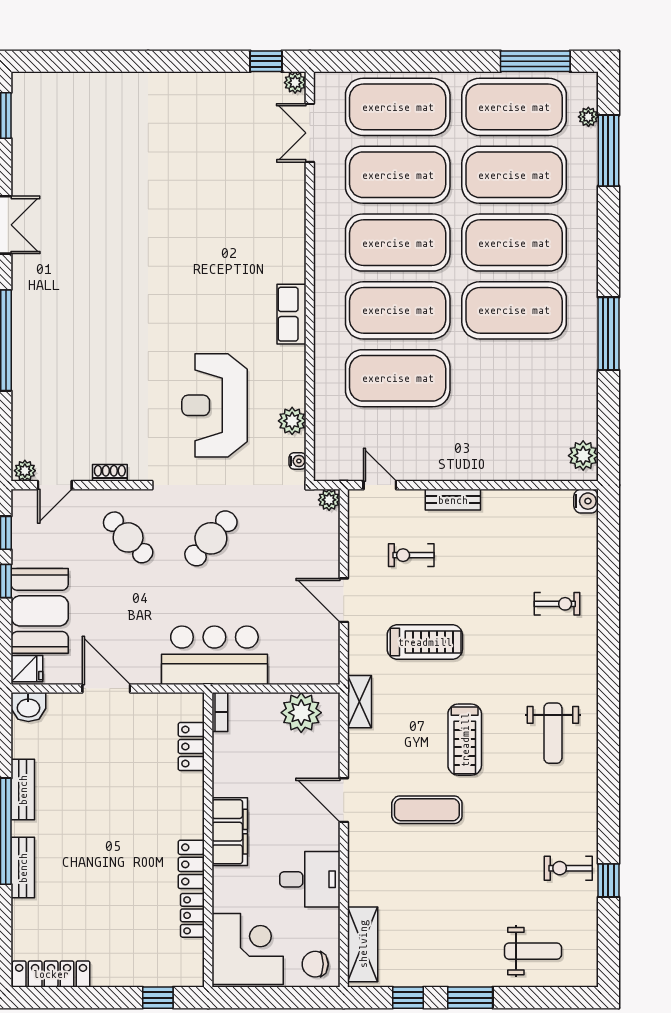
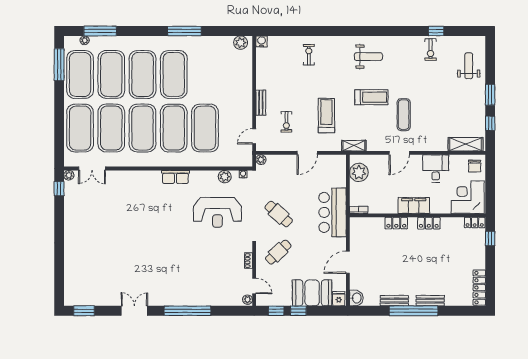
locker: (191, 747) -> (396, 223), moved
locker: (192, 915) -> (475, 223), moved

